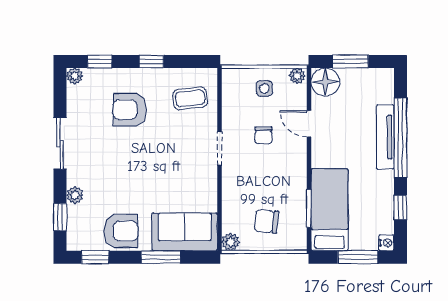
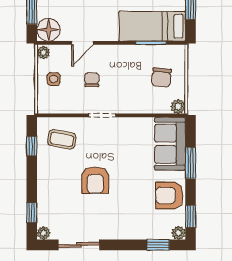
window: (151, 61) -> (32, 146), moved
coffee table: (190, 98) -> (62, 139), turned -73
armchair: (130, 110) -> (95, 180), moved
chair: (264, 135) -> (92, 80), turned -90
sliding door: (60, 143) -> (79, 245), moved
plant: (75, 195) -> (179, 233), moved
armchair: (121, 231) -> (169, 195), turned -90

